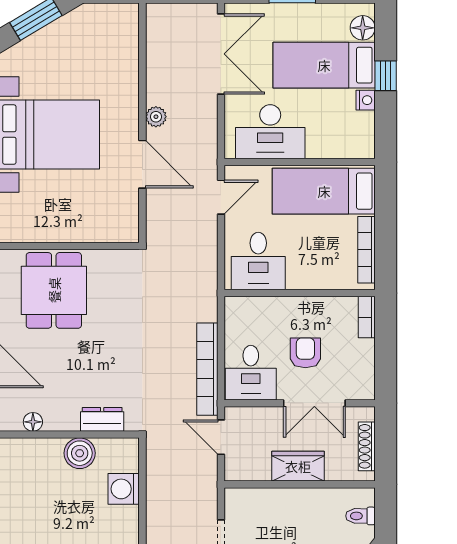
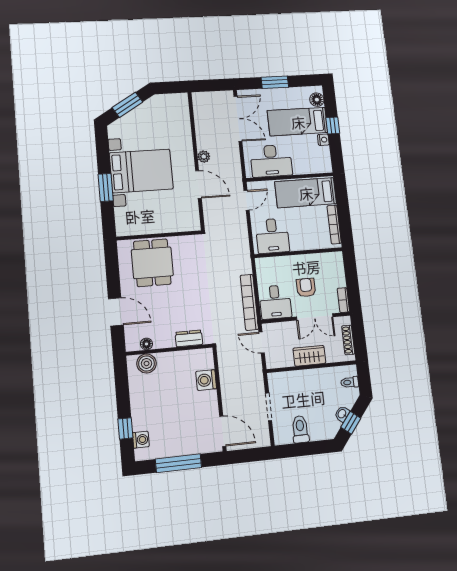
bookcase: (367, 317) -> (343, 300), moved
boiler: (80, 453) -> (147, 363), moved

